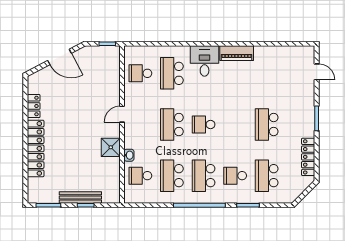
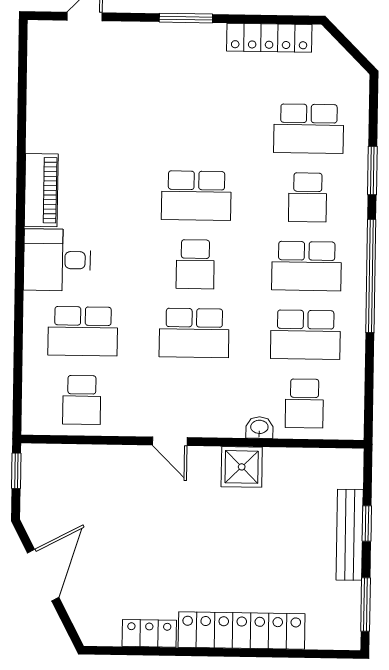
school desk: (267, 124) -> (196, 196), moved

